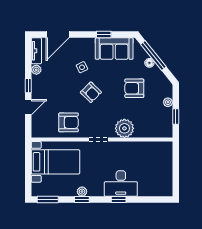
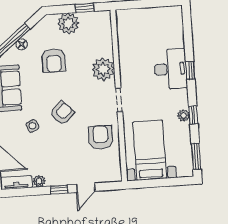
plant: (168, 102) -> (68, 23), width x1.88, depth x1.88
door: (28, 107) -> (86, 188), swing flipped

